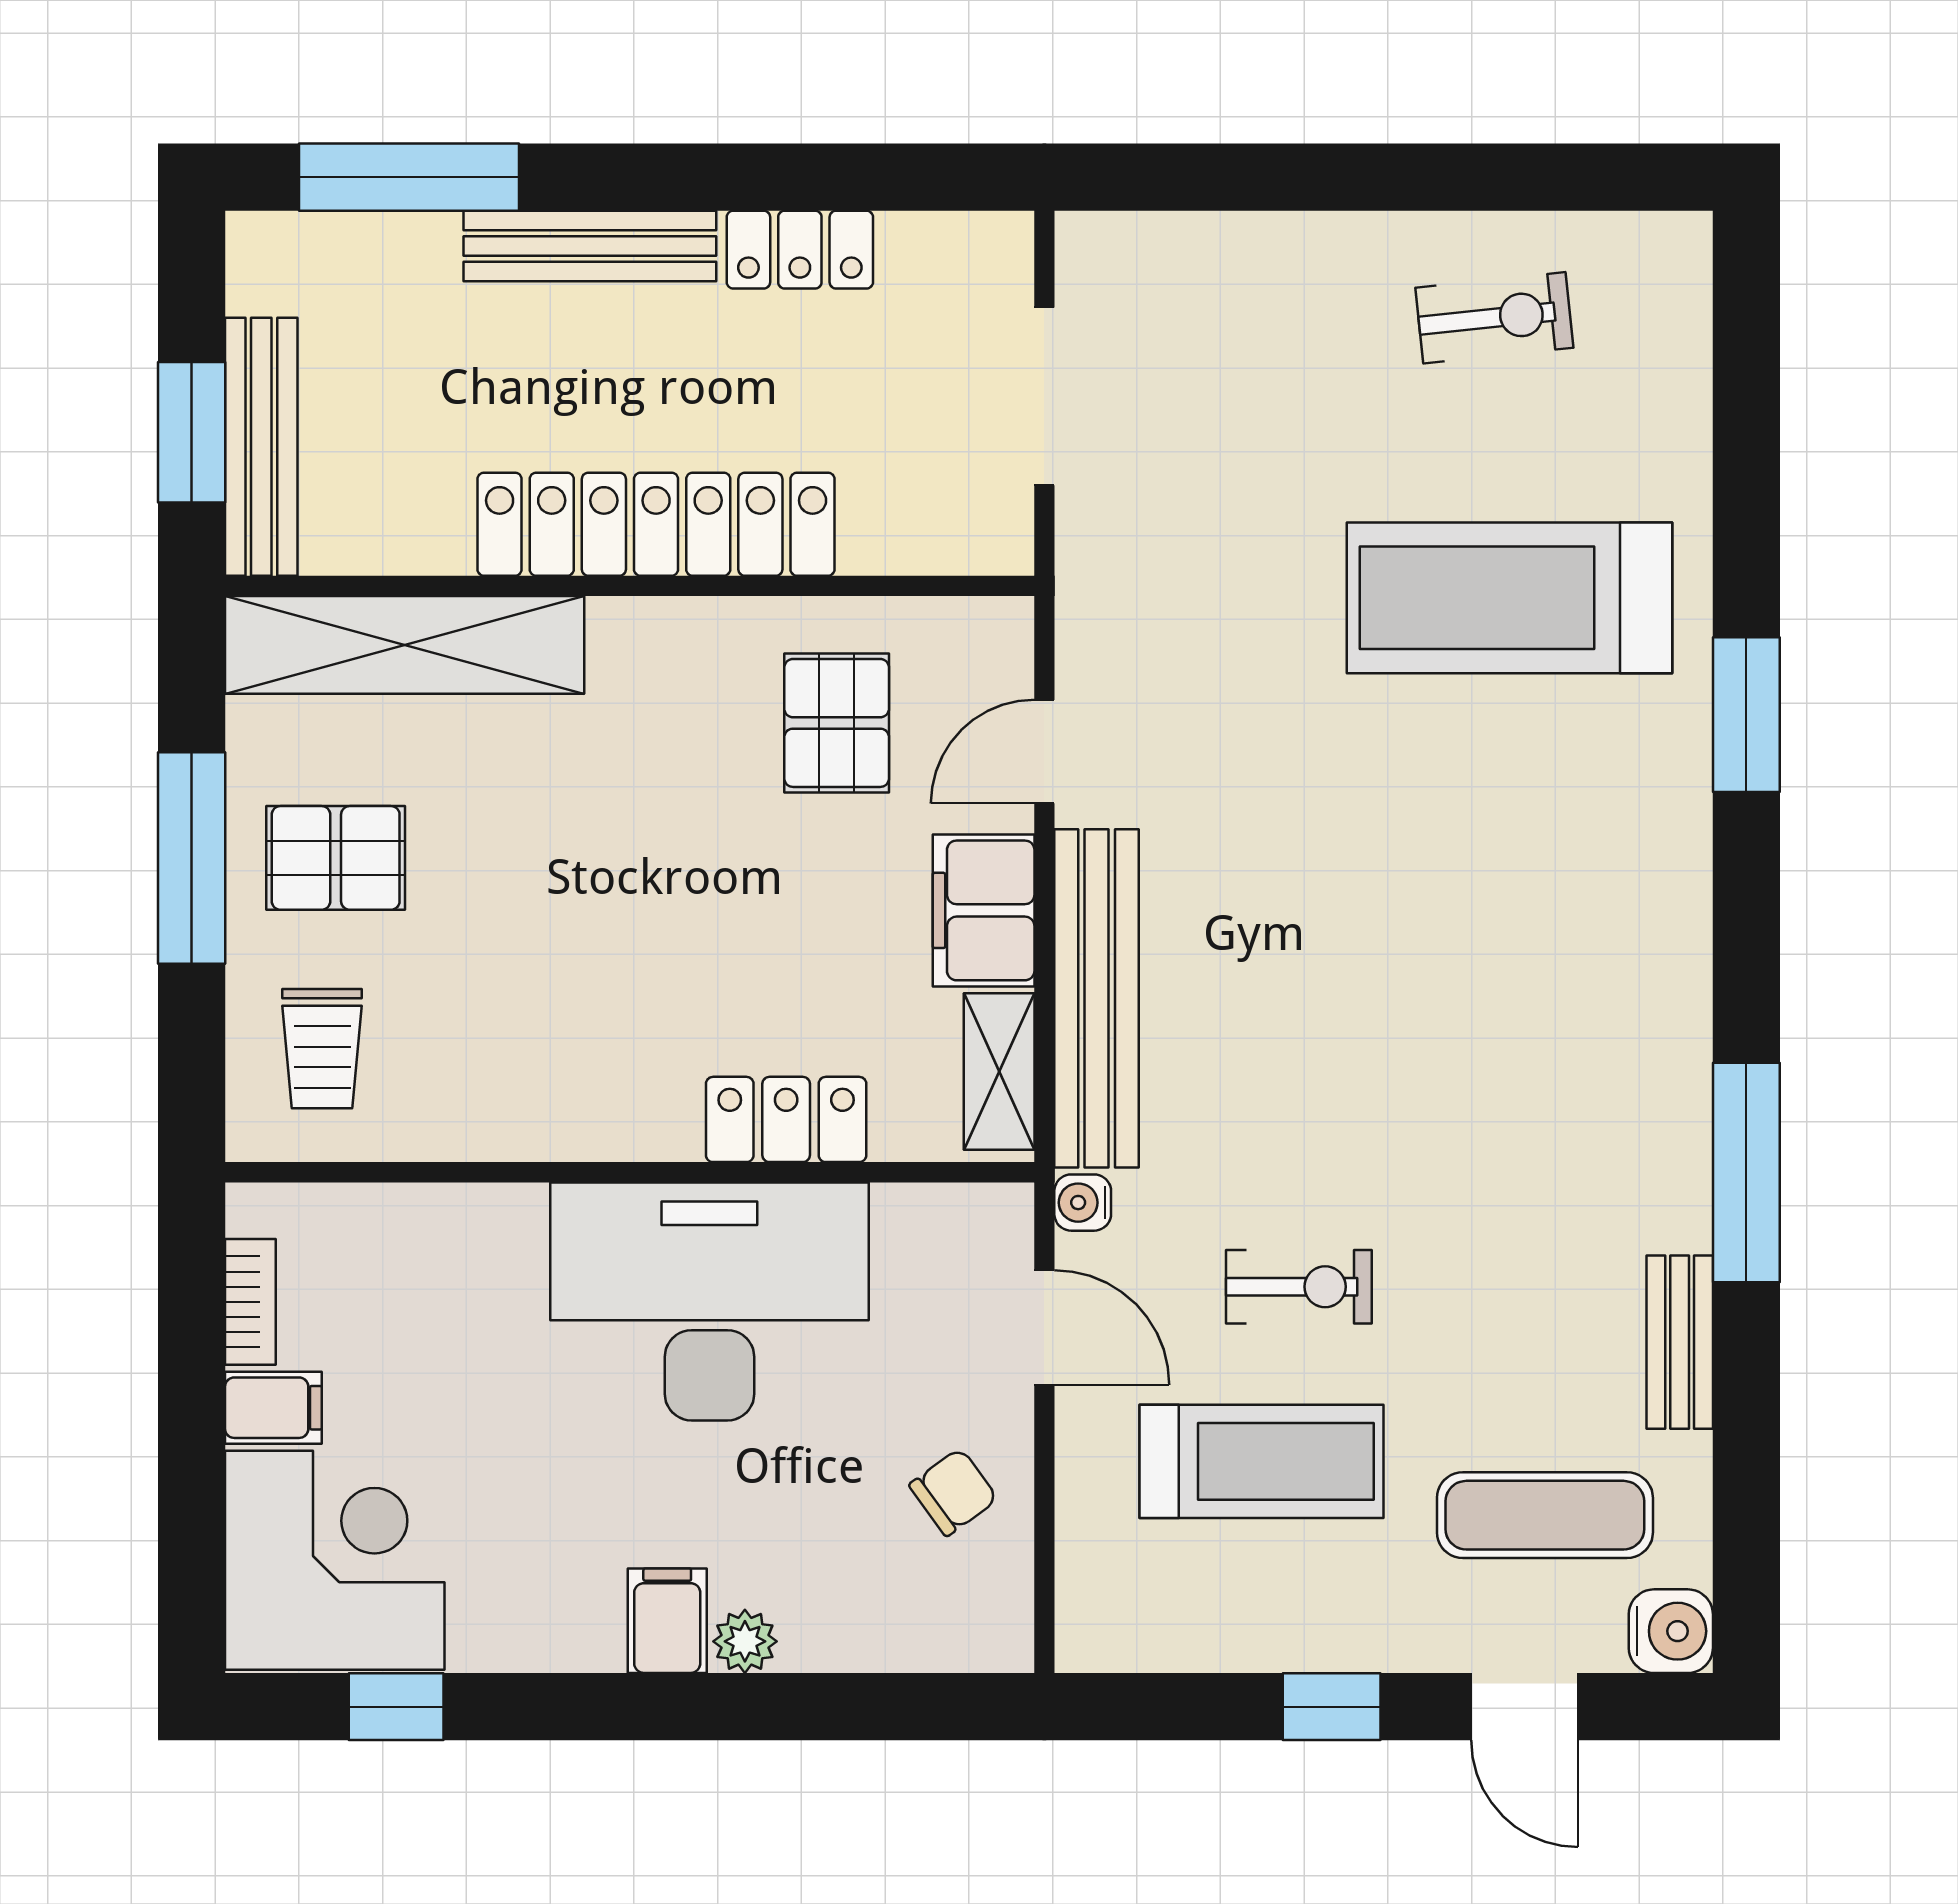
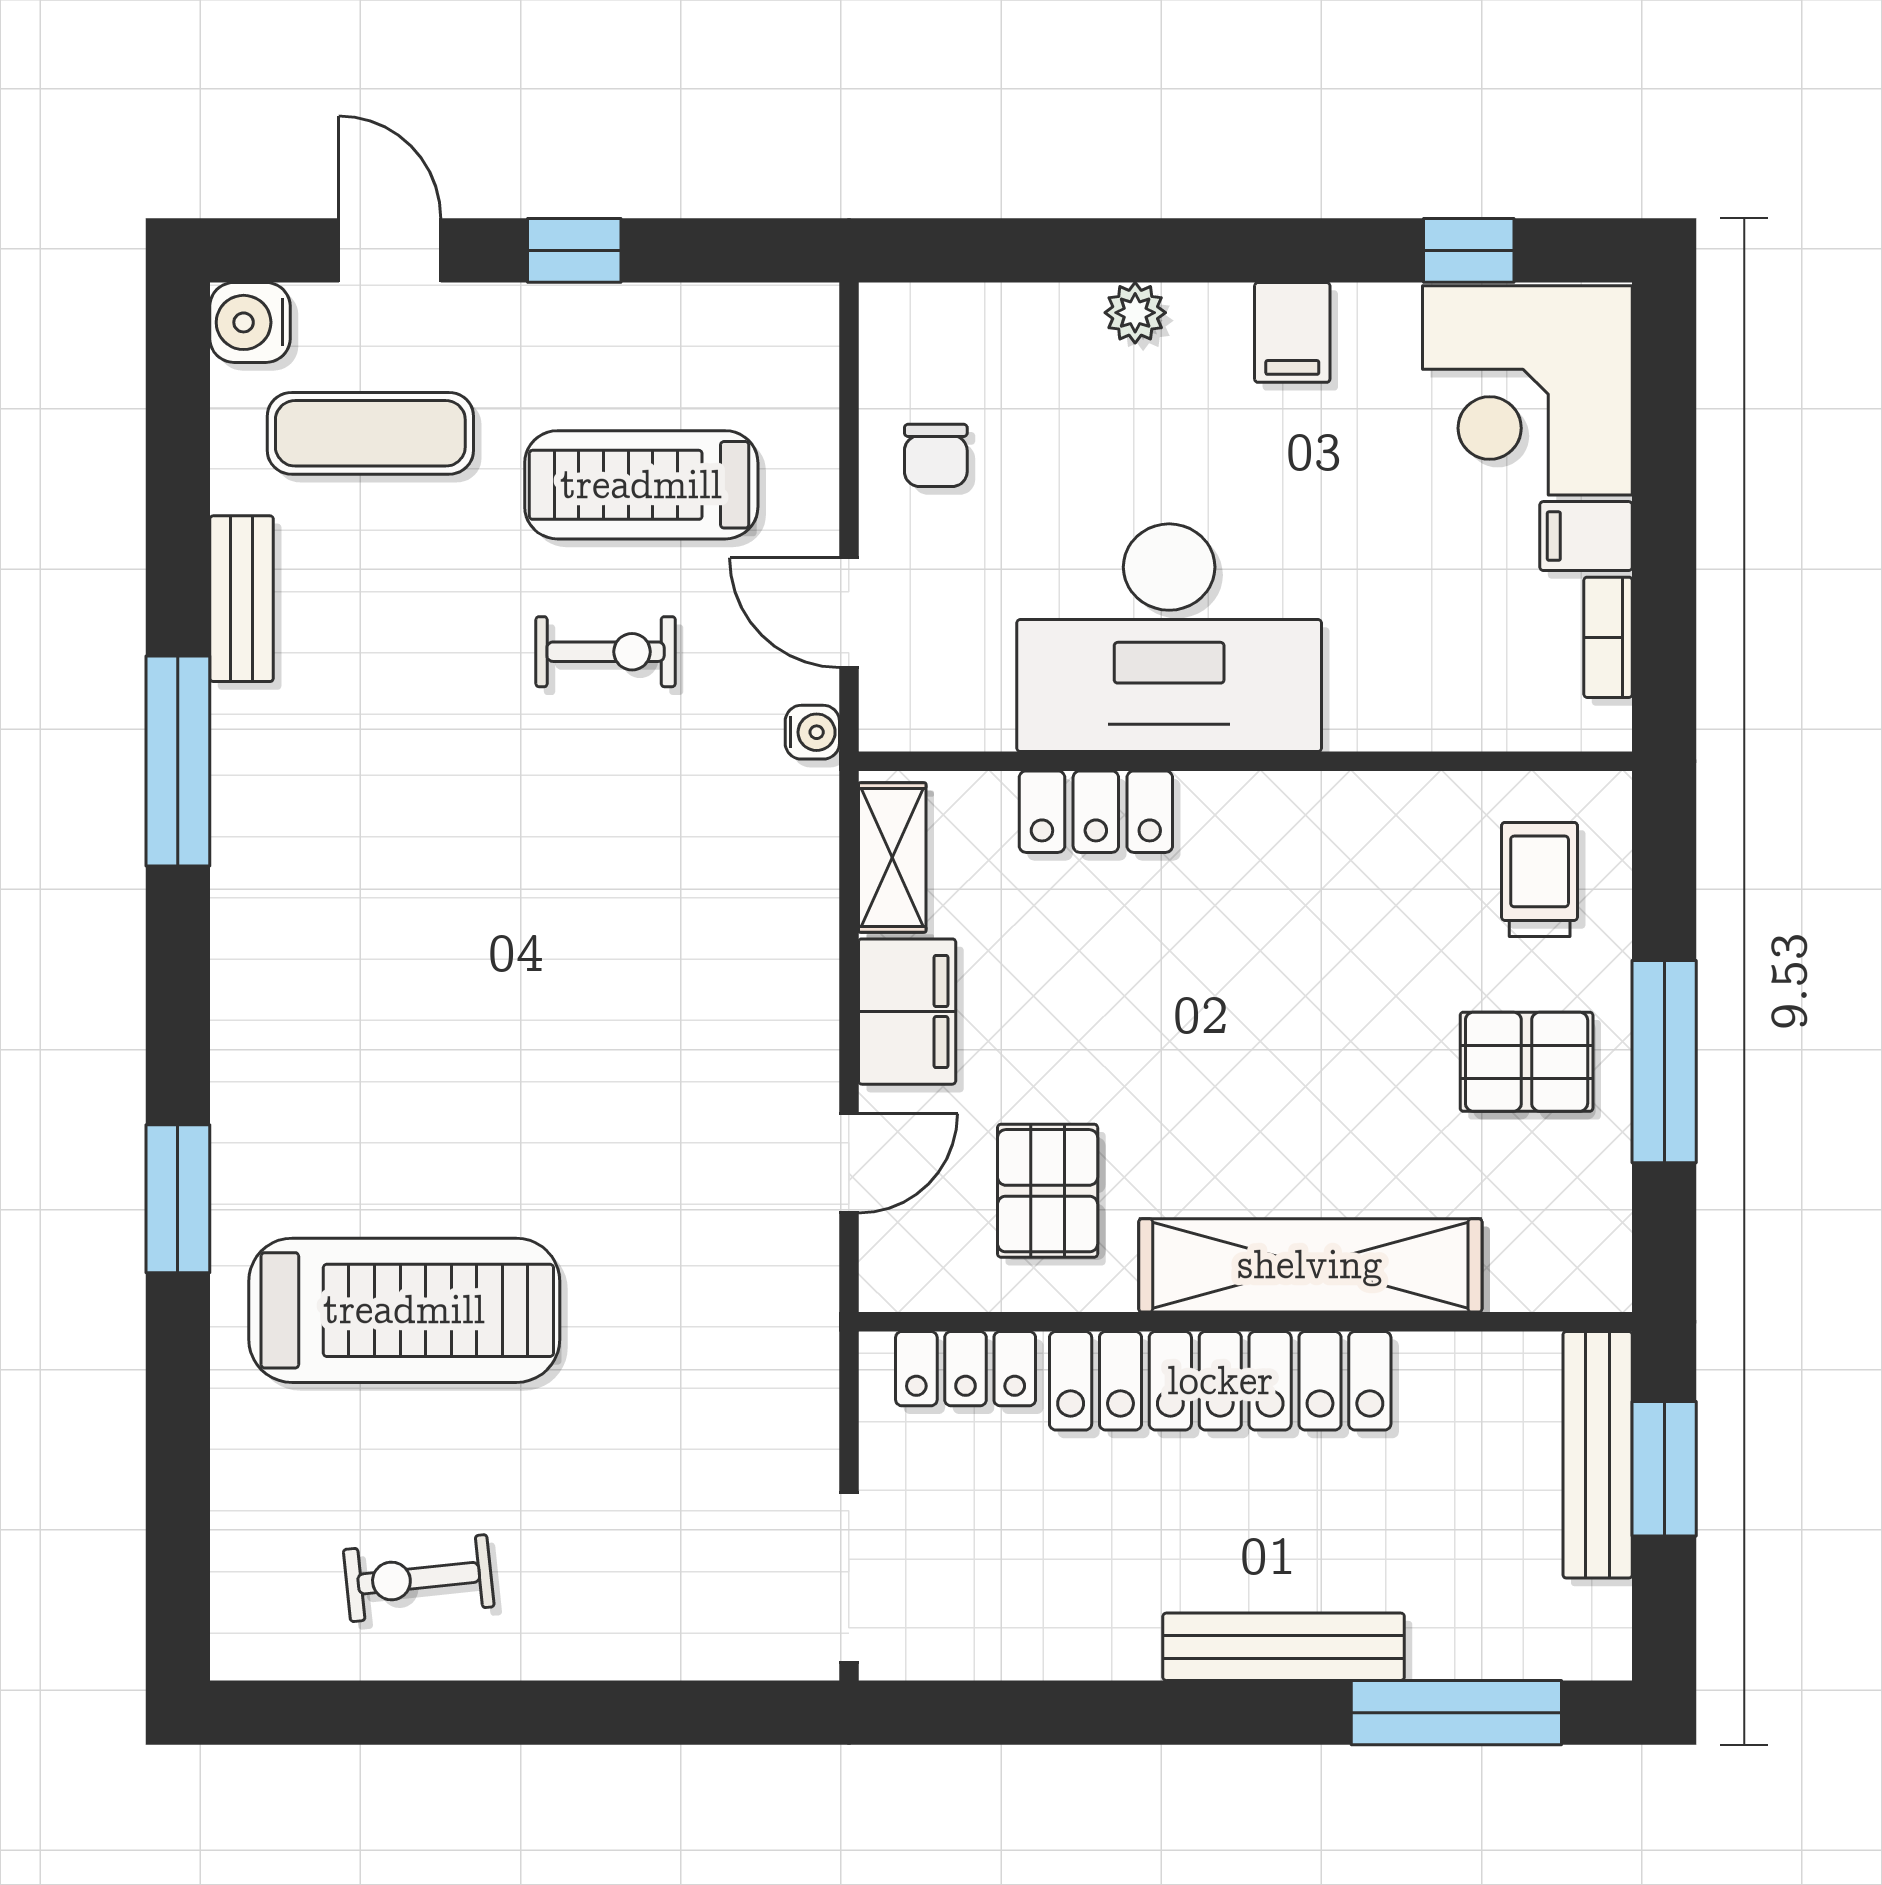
locker: (800, 250) -> (966, 1369), moved, turned 180
doorway: (1044, 396) -> (849, 1578), moved
shelving: (405, 645) -> (1310, 1265), moved
bench: (1097, 998) -> (799, 927), removed
exercise bike: (1299, 1287) -> (606, 652), turned 180
chair: (953, 1492) -> (936, 455), turned -54
filing cabinet: (667, 1621) -> (1292, 332), moved

